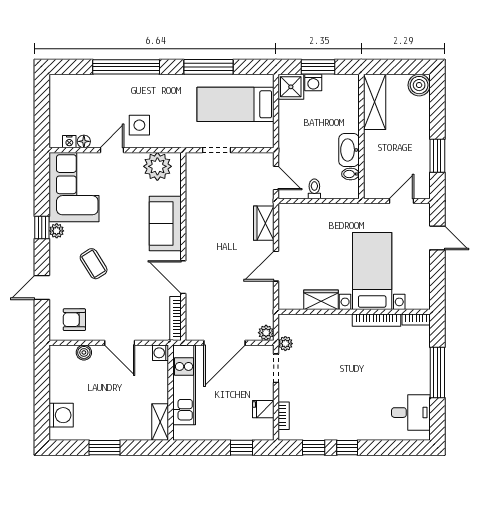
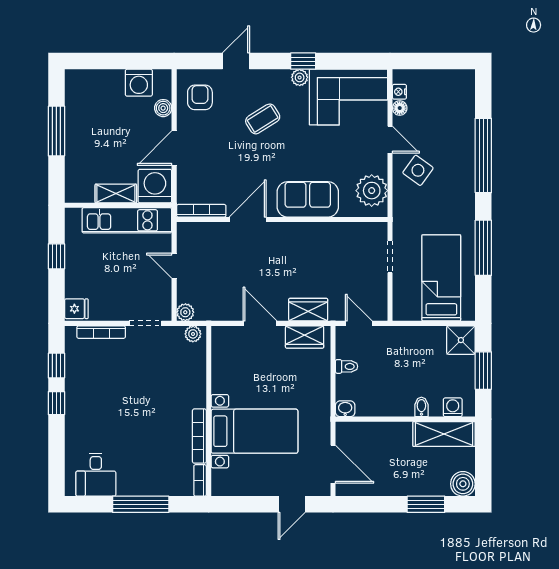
washing machine: (313, 82) -> (453, 407), moved, turned 90
side table: (139, 125) -> (418, 170), turned 36
washbasin: (349, 150) -> (345, 409), moved, width x0.52, depth x0.69
window: (437, 156) -> (426, 504), moved
bidet: (350, 174) -> (421, 407), moved
door: (276, 178) -> (359, 323), swing flipped
door: (402, 201) -> (333, 464), width x1.38
door: (42, 287) -> (236, 61), hinge flipped
wardrobe: (321, 300) -> (305, 337), moved, turned 90
door: (224, 343) -> (174, 266), width x0.53
plant: (285, 344) -> (193, 334), moved
washing machine: (160, 353) -> (155, 186), width x1.89, depth x1.89
fridge: (263, 409) -> (76, 309), moved, turned 90
washing machine: (61, 415) -> (139, 83), moved
bookcase: (284, 416) -> (101, 332), width x1.56
shelving: (160, 422) -> (116, 194), moved
window: (104, 448) -> (56, 131), width x1.44
window: (241, 448) -> (56, 256), moved

